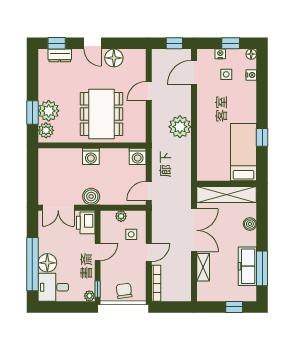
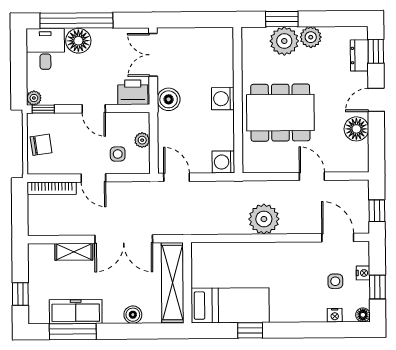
plant: (46, 130) -> (311, 37), moved

